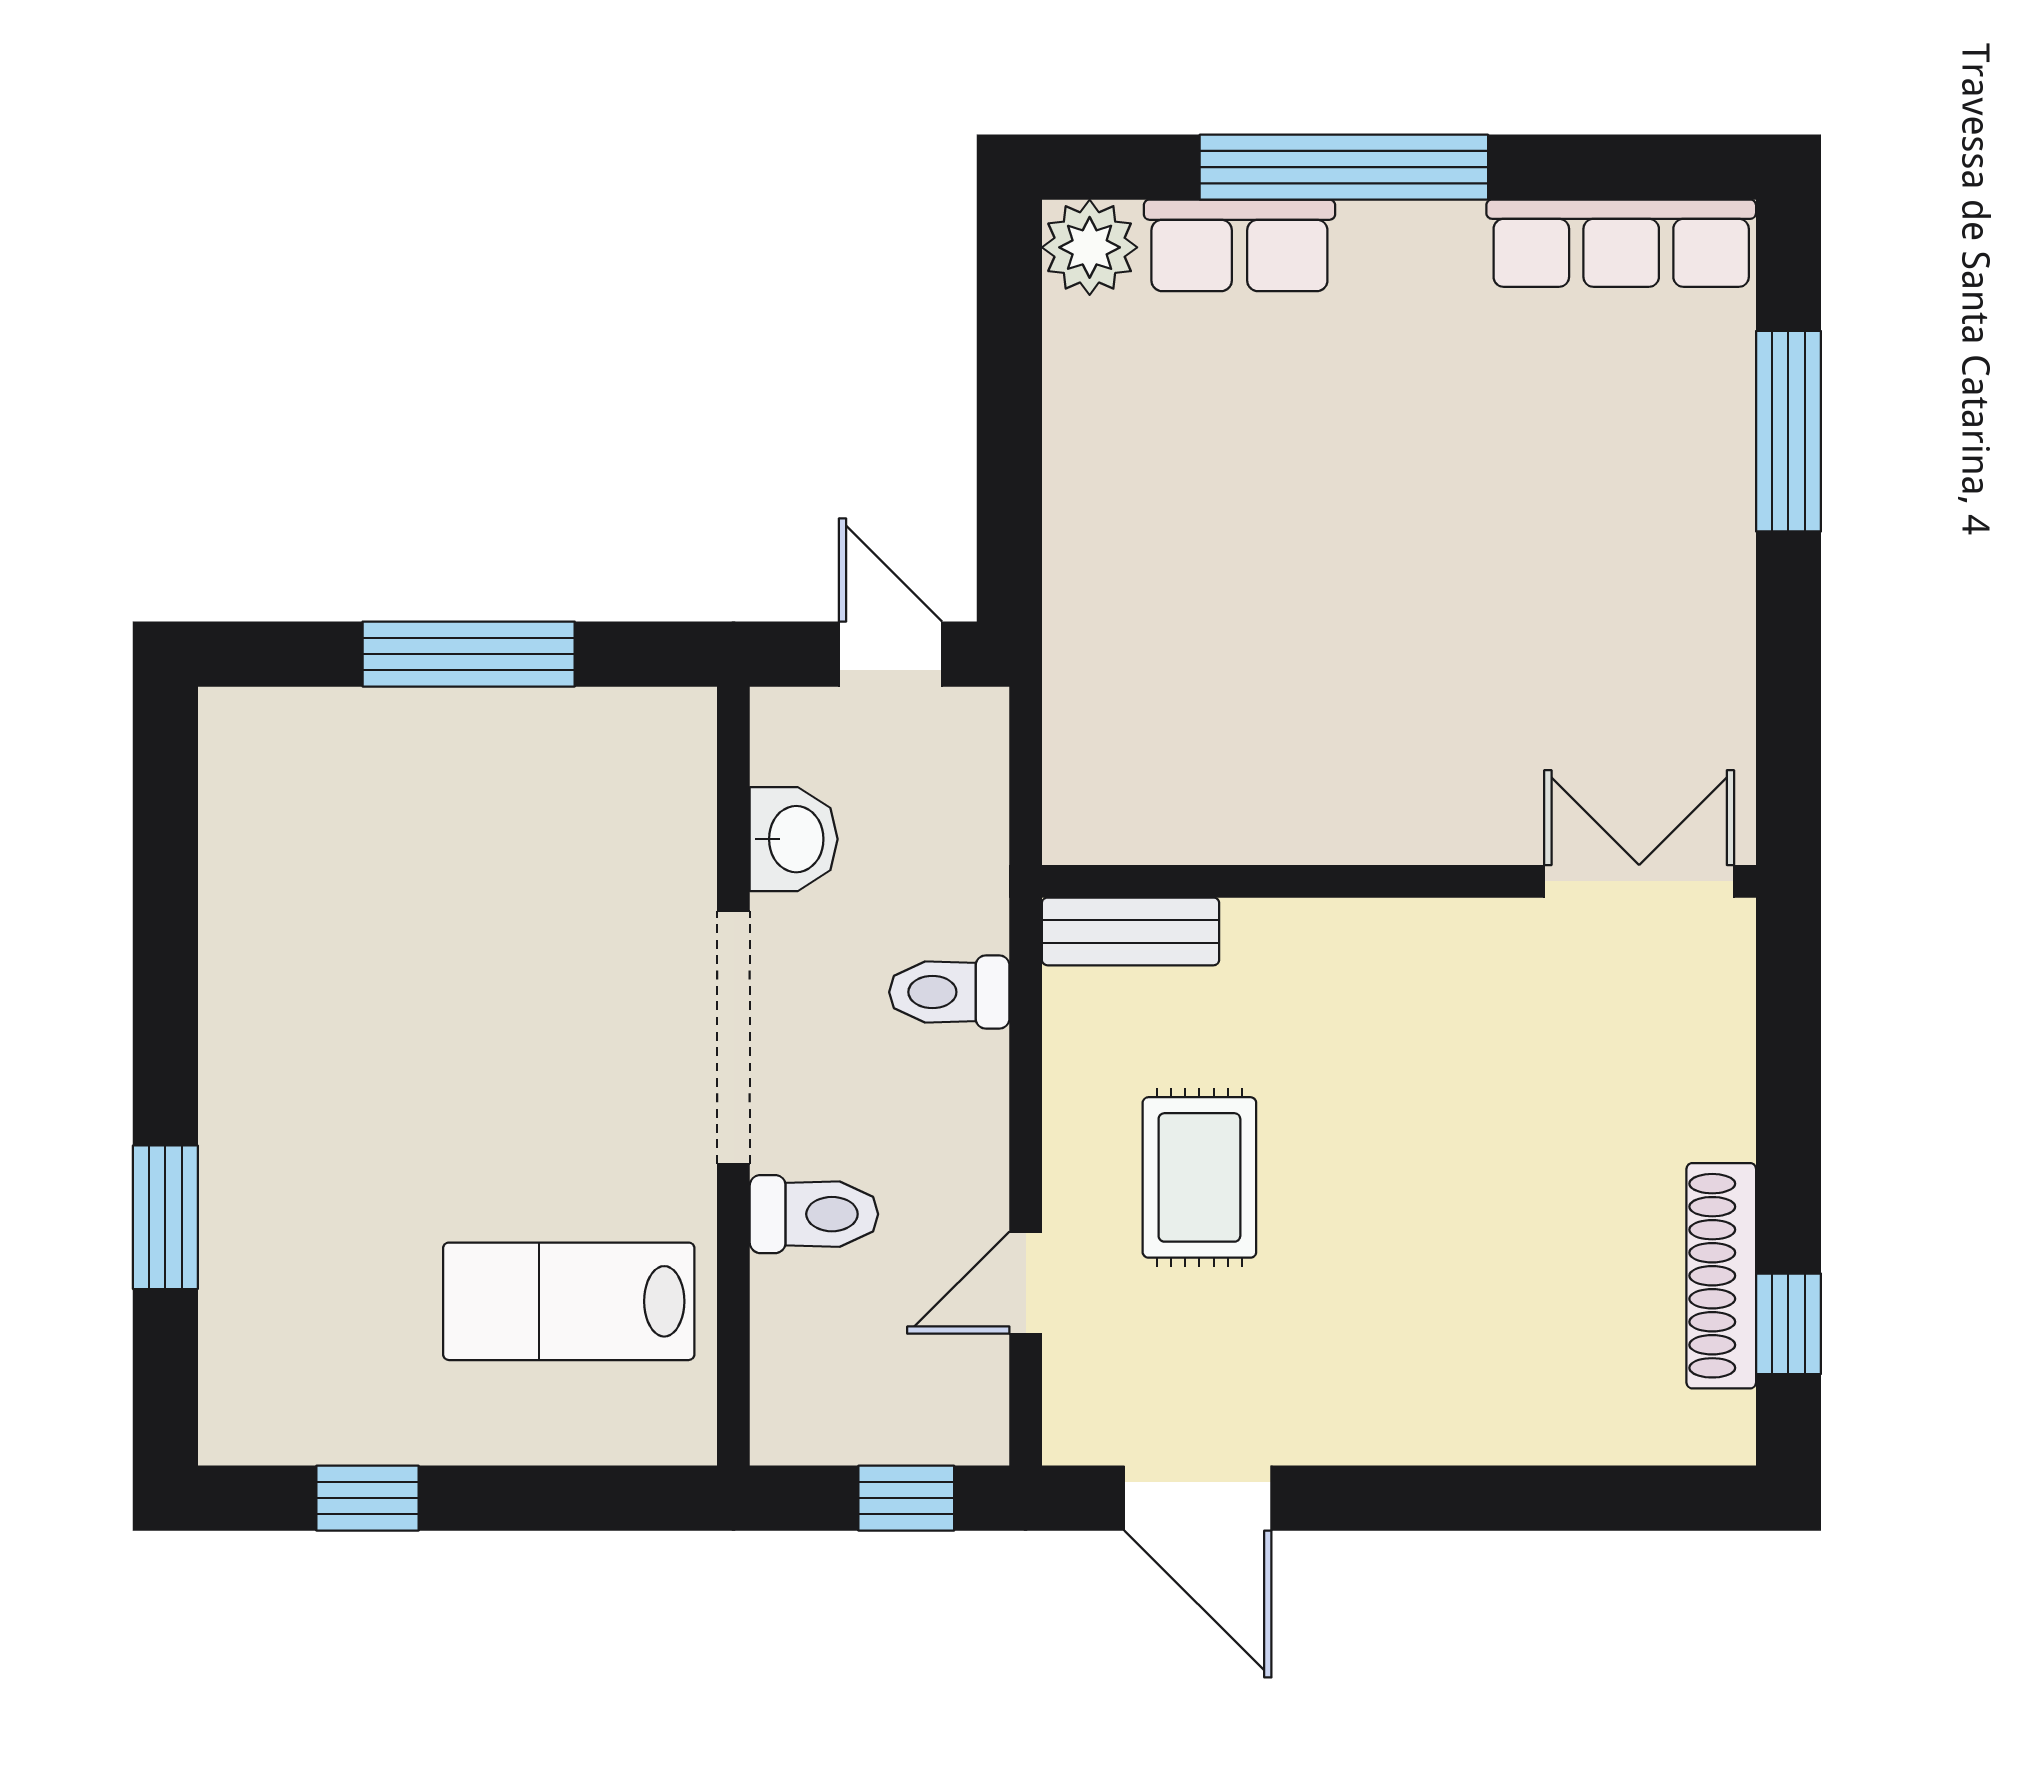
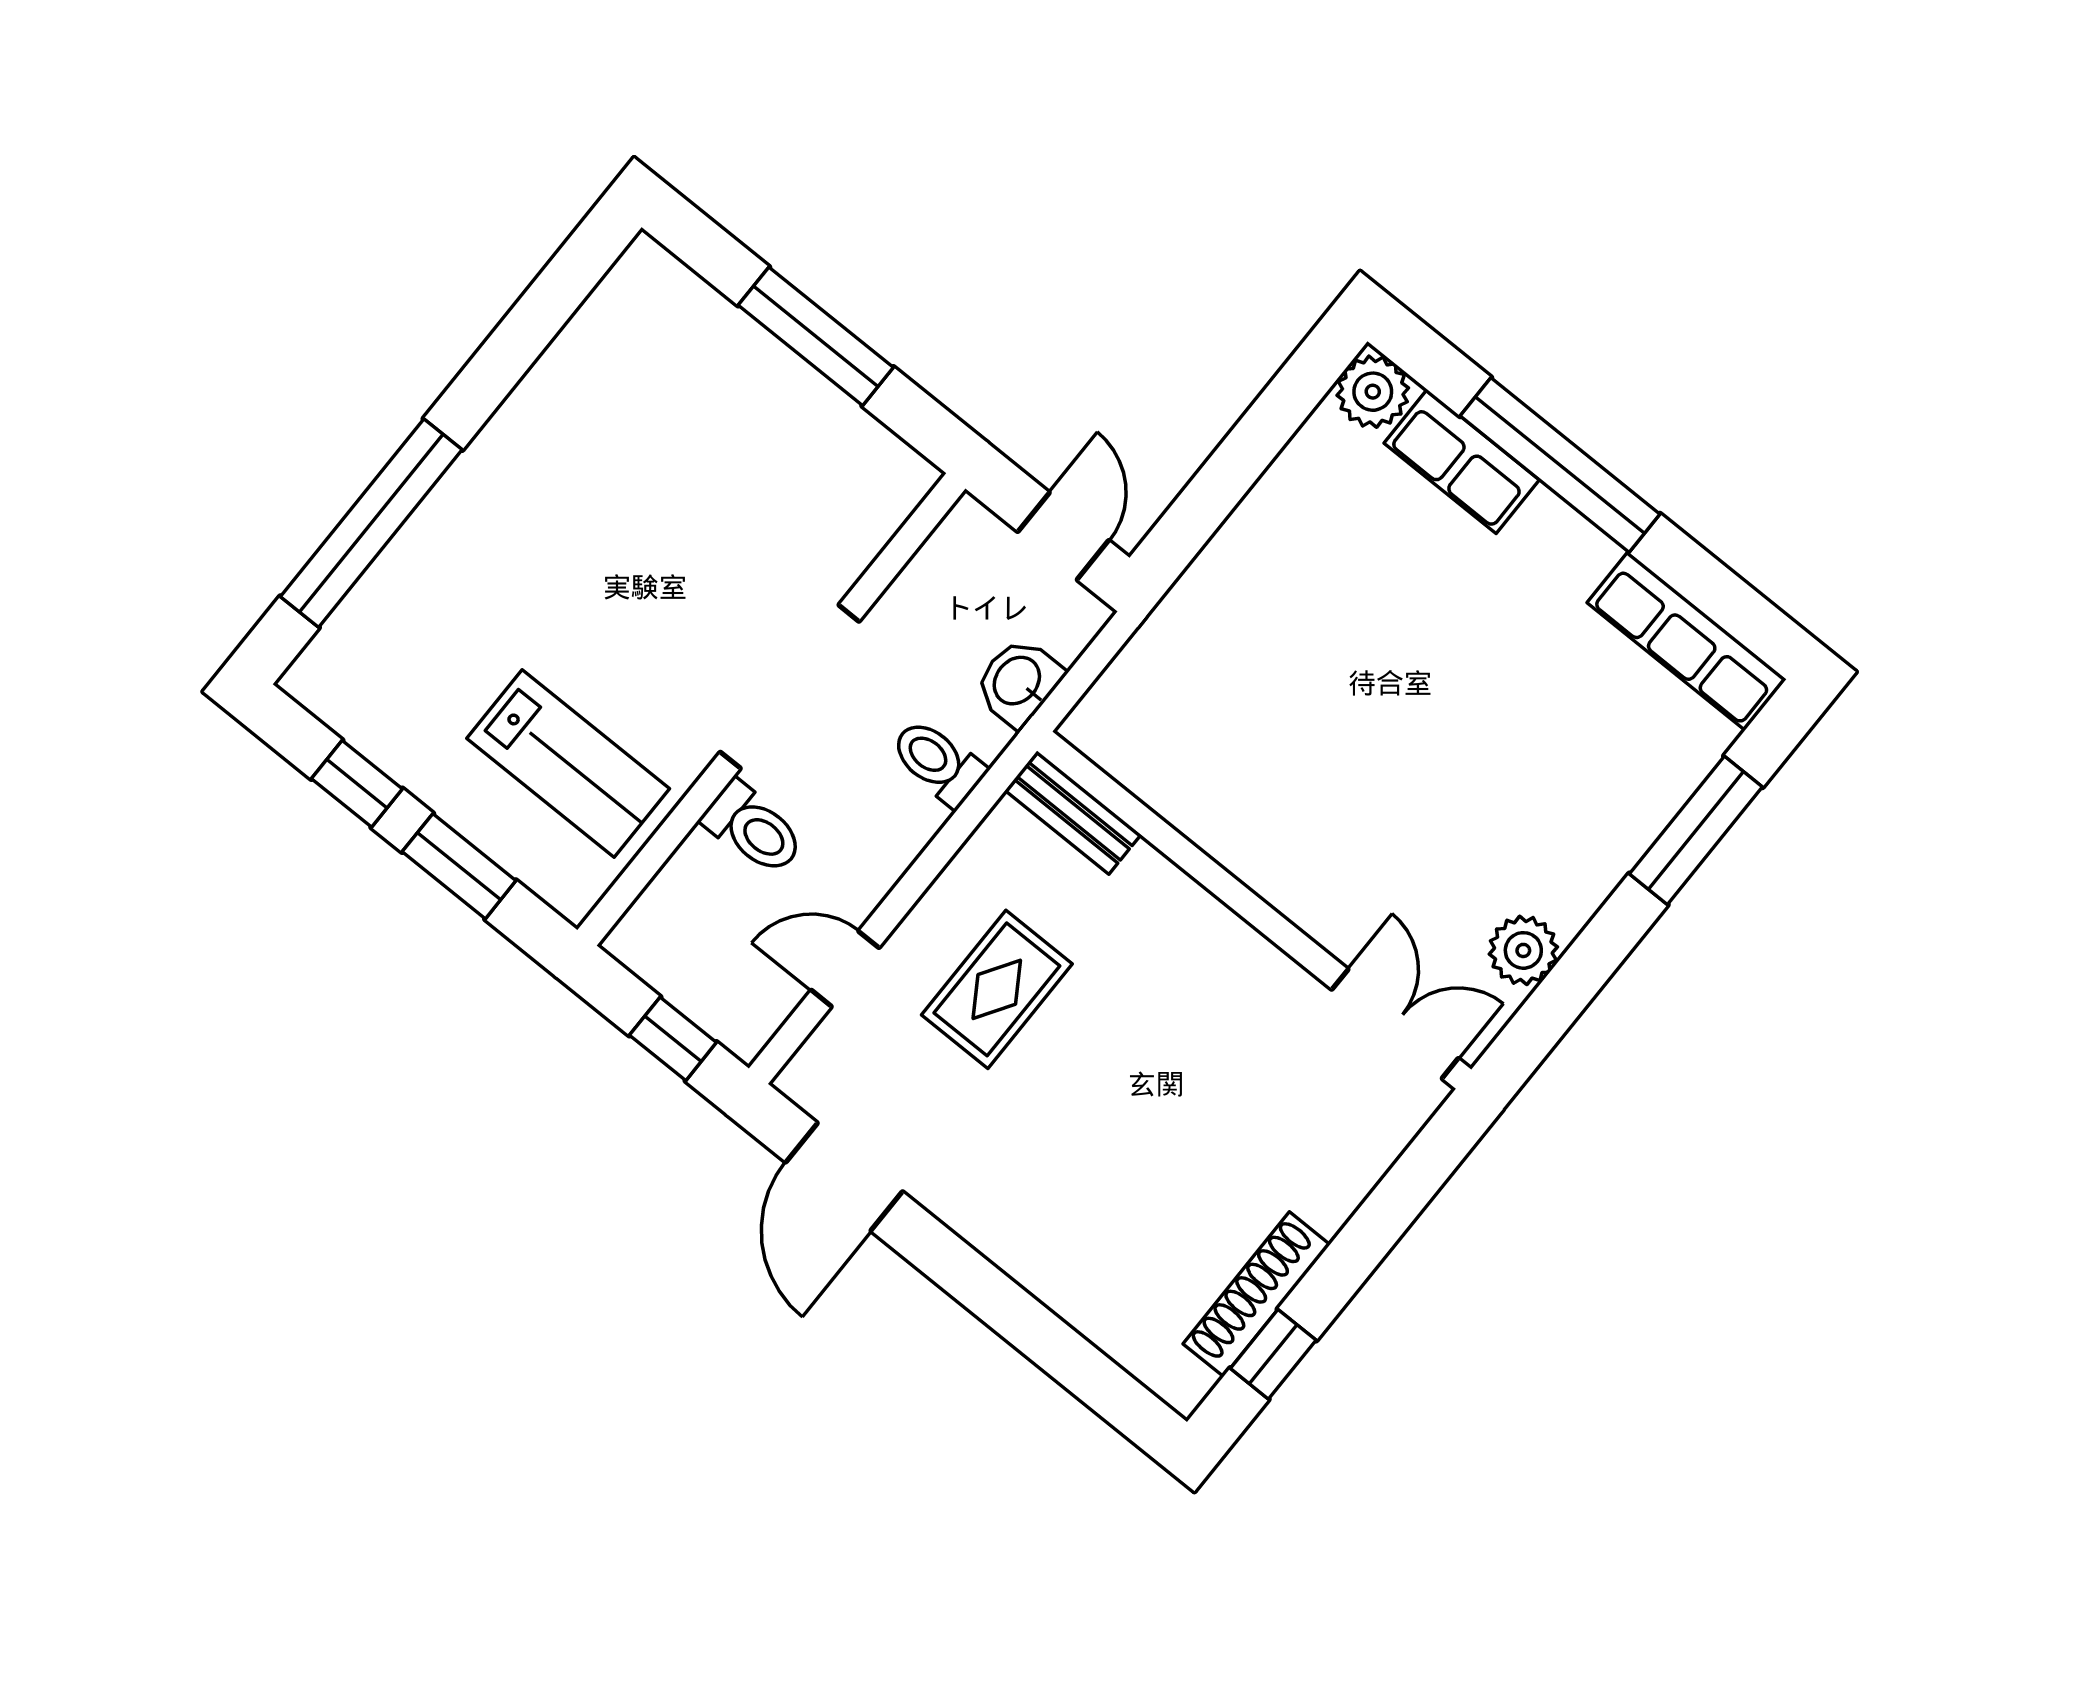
plant: (1710, 699) -> (1523, 950), added
washbasin: (794, 839) -> (1018, 682), moved, turned 180
window: (165, 1217) -> (371, 523), width x2.11
lab bench: (569, 1301) -> (568, 763), turned 180
window: (542, 1498) -> (459, 866), added

